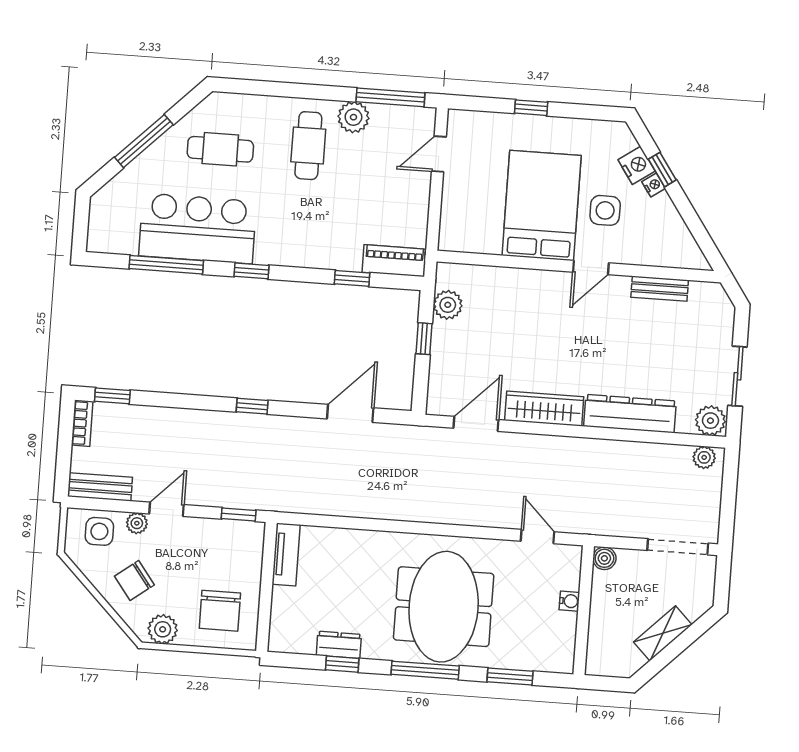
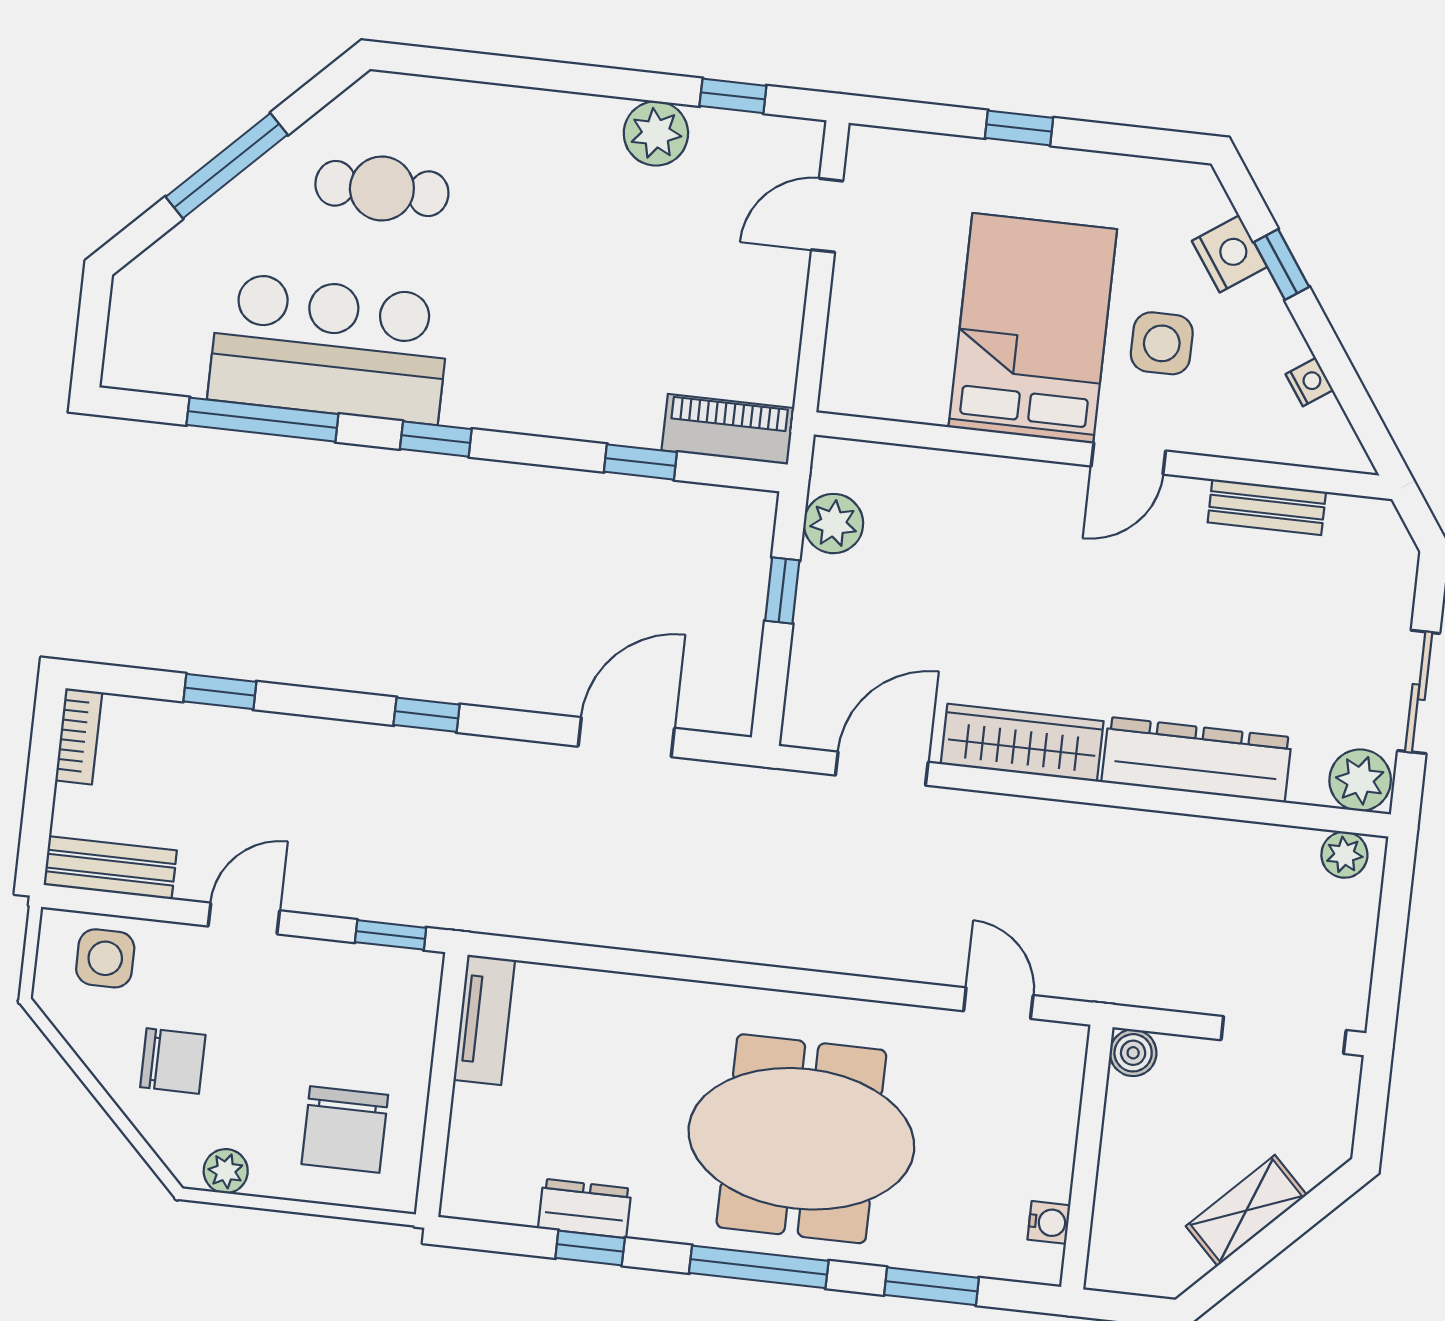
window: (390, 97) -> (733, 96), width x0.46
cafe table: (308, 146) -> (562, 188), removed
nightstand: (654, 185) -> (1309, 382), moved
window: (112, 396) -> (220, 692), moved
plant: (137, 523) -> (182, 944), removed
chair: (134, 580) -> (173, 1061), turned -143
water cooler: (569, 601) -> (1049, 1222), moved
meeting table: (444, 607) -> (801, 1139), turned 90
plant: (163, 629) -> (226, 1171), width x0.73, depth x0.73

